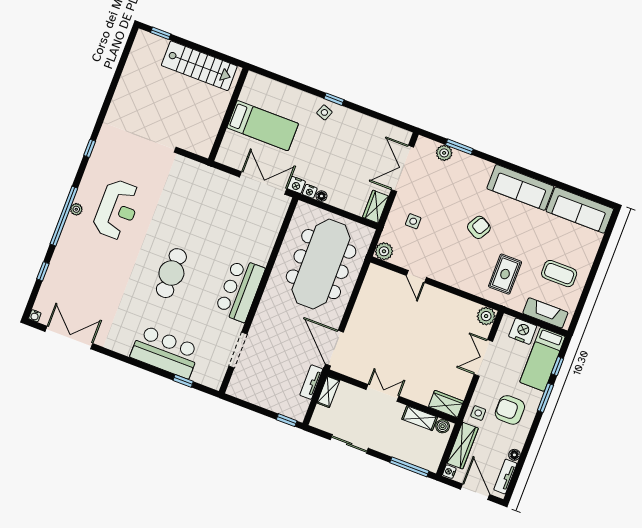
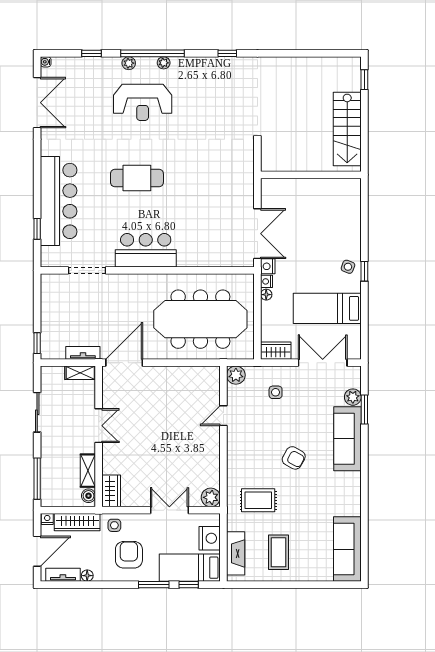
bed: (263, 126) -> (327, 308), moved, turned 90
sofa: (520, 187) -> (347, 439), moved
reception desk: (117, 210) -> (143, 102), moved
plant: (65, 241) -> (129, 63), added
bar counter: (165, 352) -> (59, 201), width x1.36

